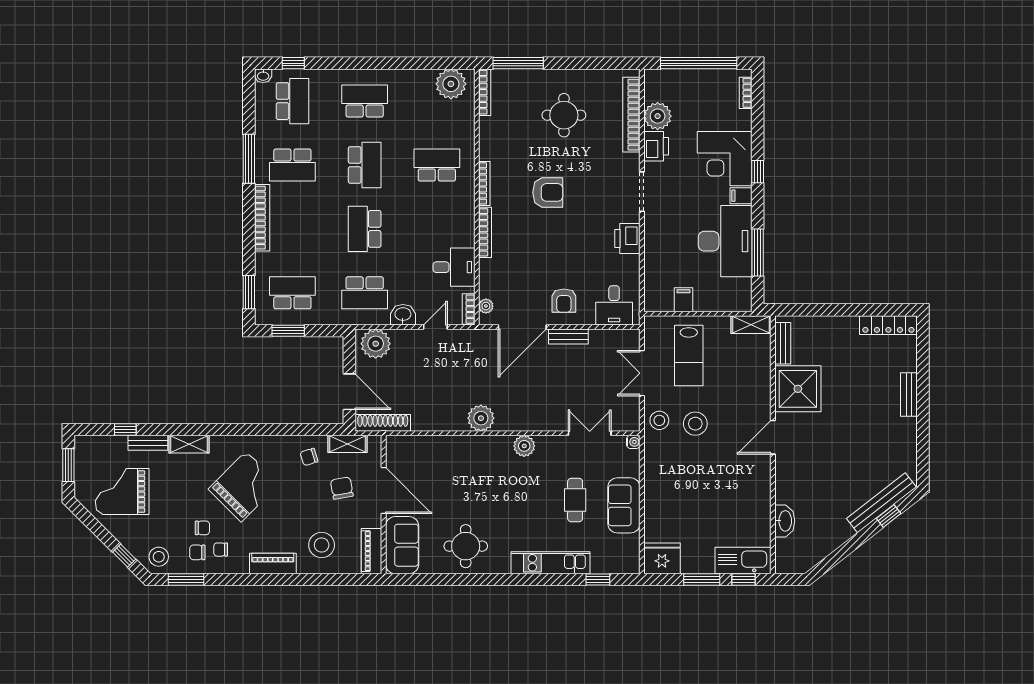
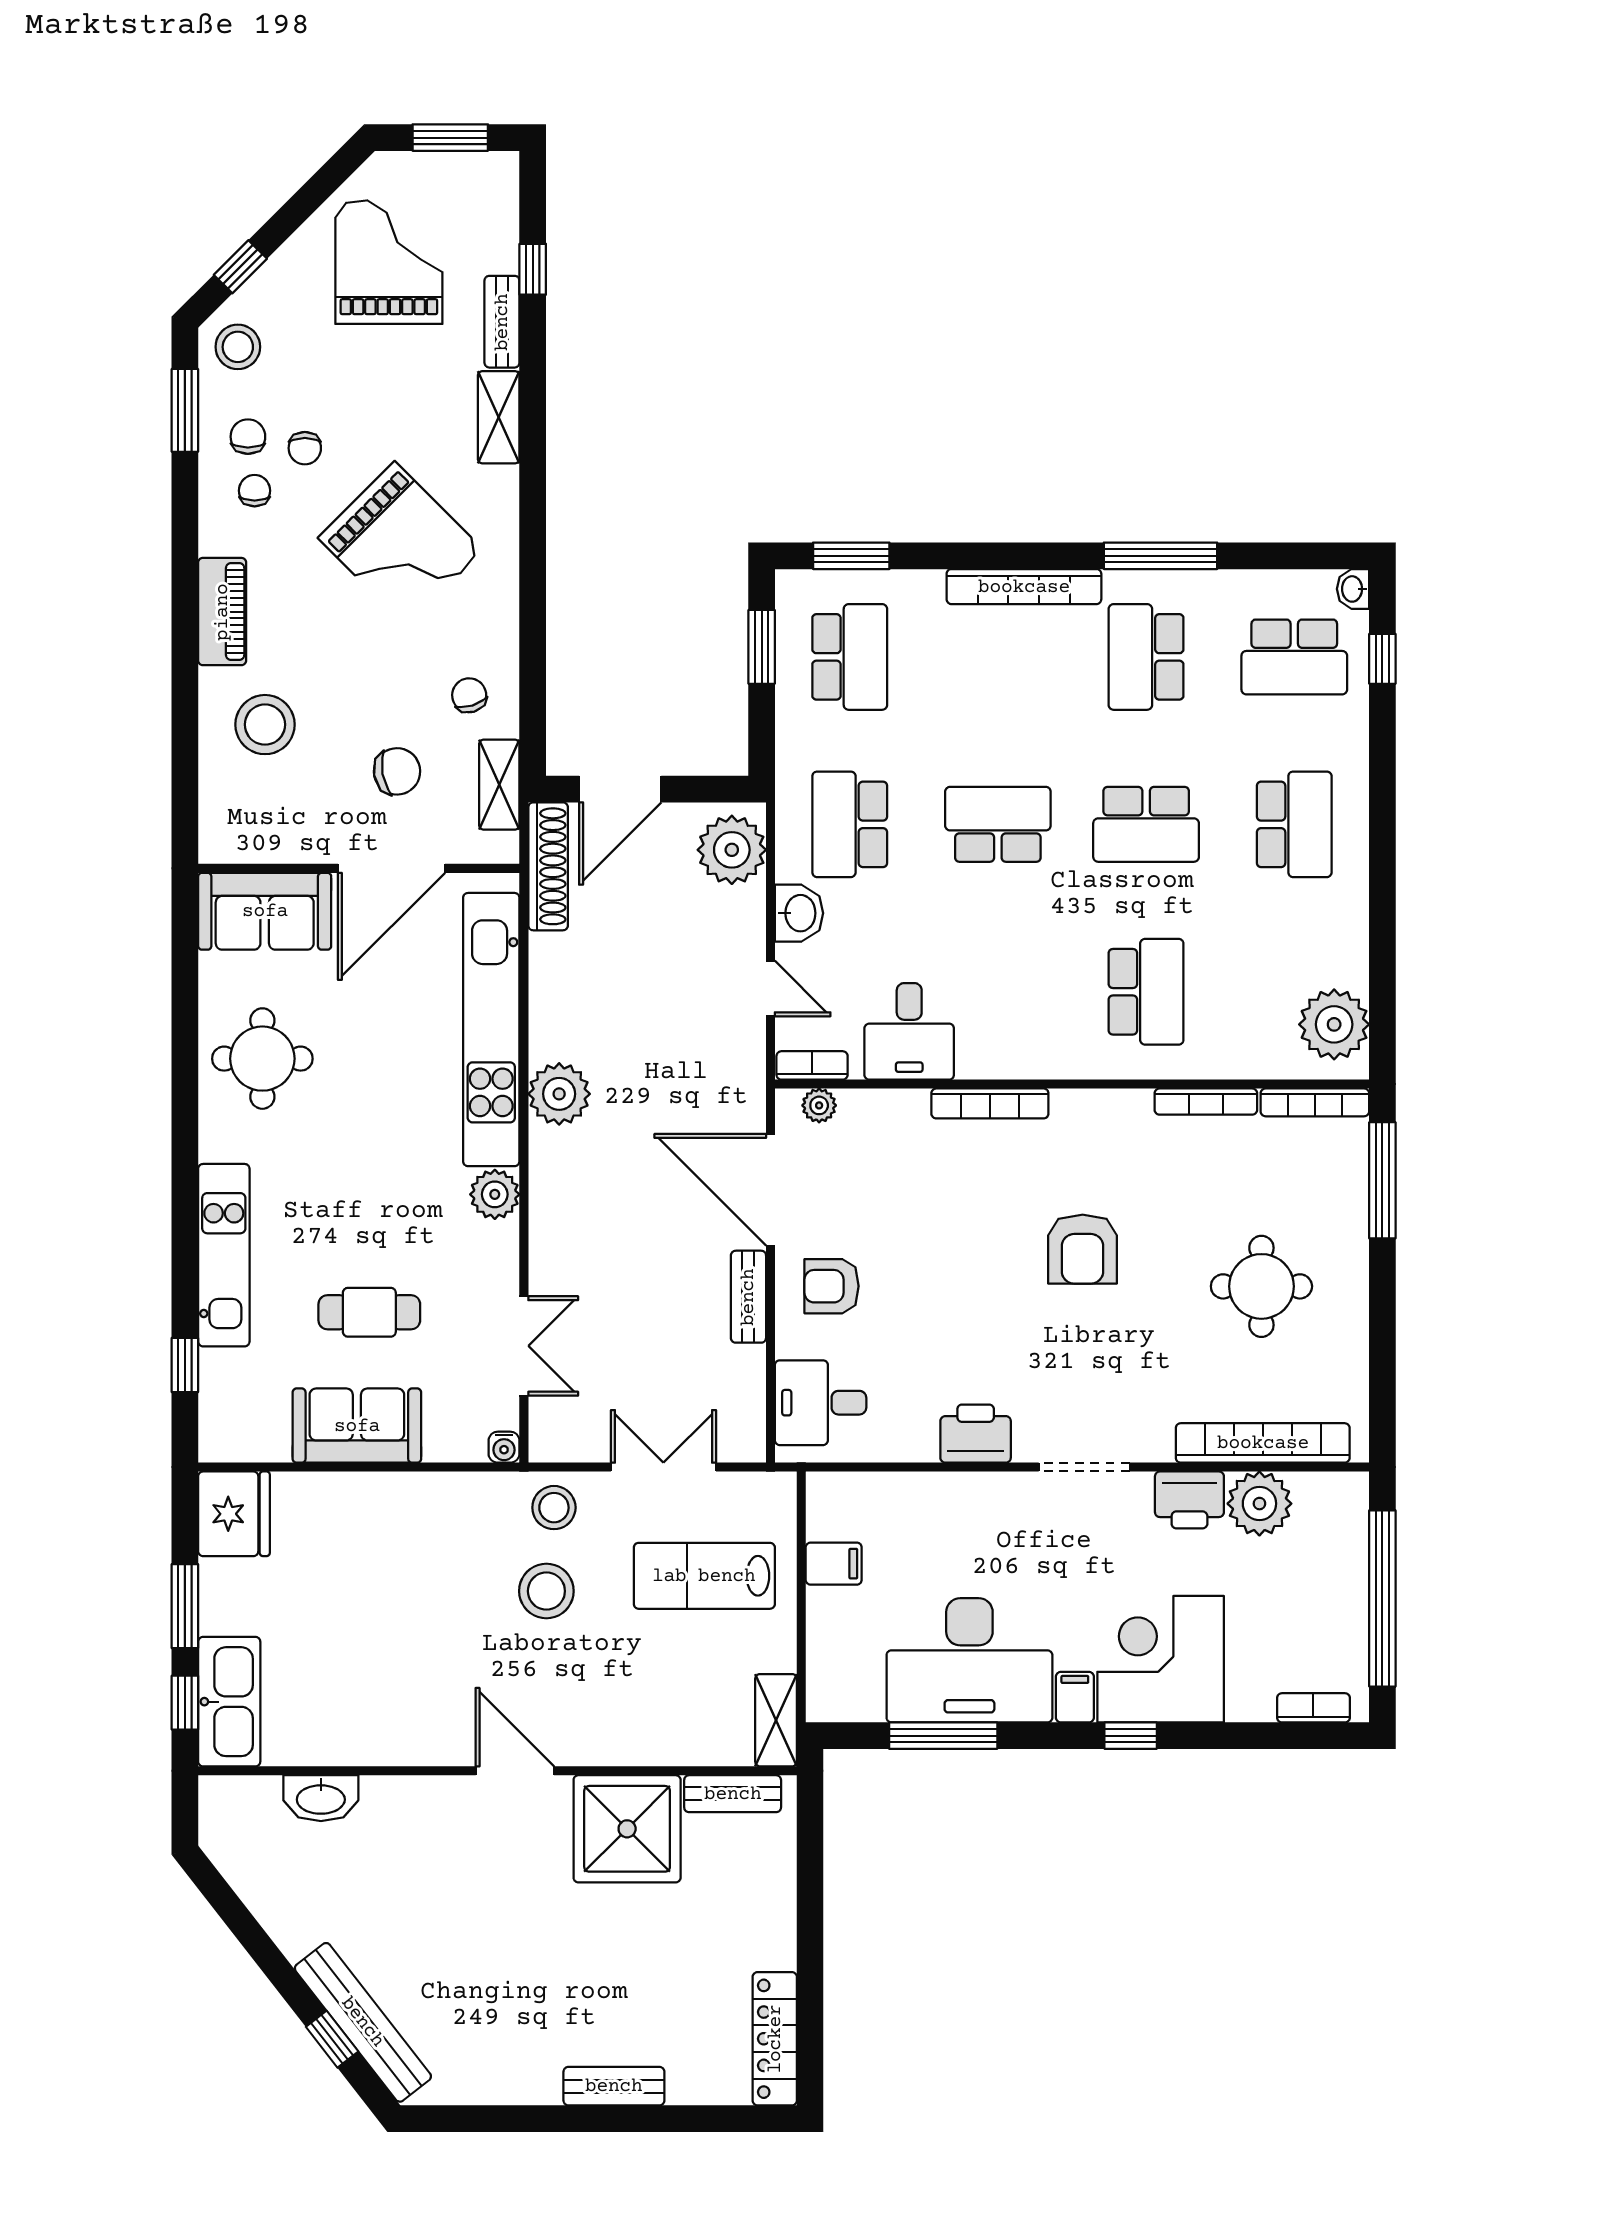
bookcase: (484, 183) -> (1206, 1102), moved
kitchen unit: (453, 447) -> (491, 1030), added
piano: (372, 551) -> (251, 840), removed

